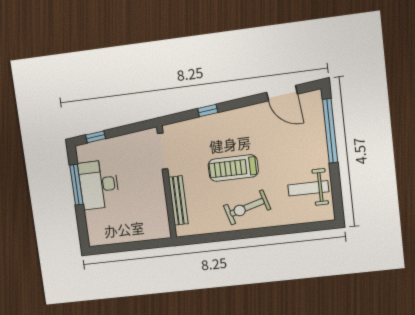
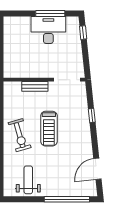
treadmill: (233, 168) -> (49, 129), turned 180
bench: (178, 200) -> (35, 86), width x0.73
exercise bike: (247, 207) -> (20, 135), turned 180

